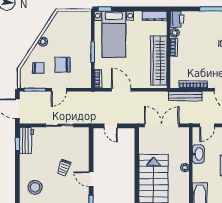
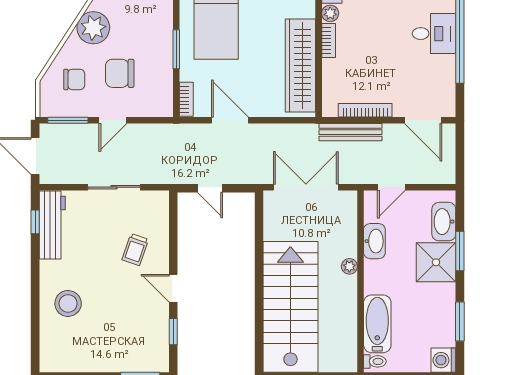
plant: (43, 42) -> (93, 28), width x1.88, depth x1.88
workbench: (27, 141) -> (52, 225), width x1.38
trolley: (64, 168) -> (135, 250), moved

